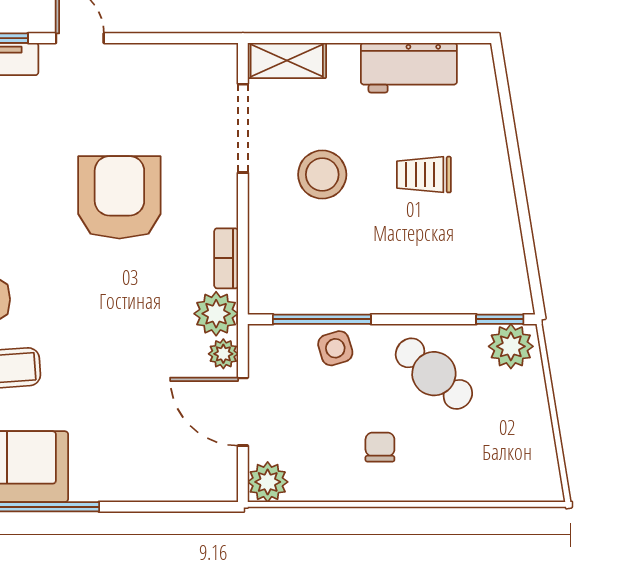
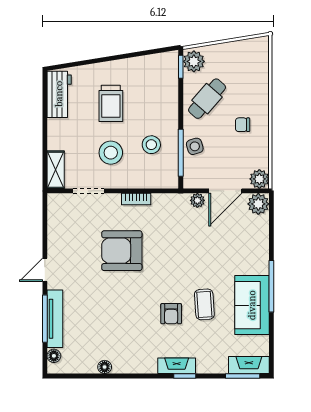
workbench: (409, 68) -> (59, 94), moved
doorway: (243, 128) -> (88, 191), width x0.73
trolley: (424, 175) -> (111, 103), width x1.36, depth x1.39
bookcase: (226, 258) -> (136, 199), moved
stool: (339, 258) -> (151, 145), added
plant: (216, 314) -> (258, 204), moved

